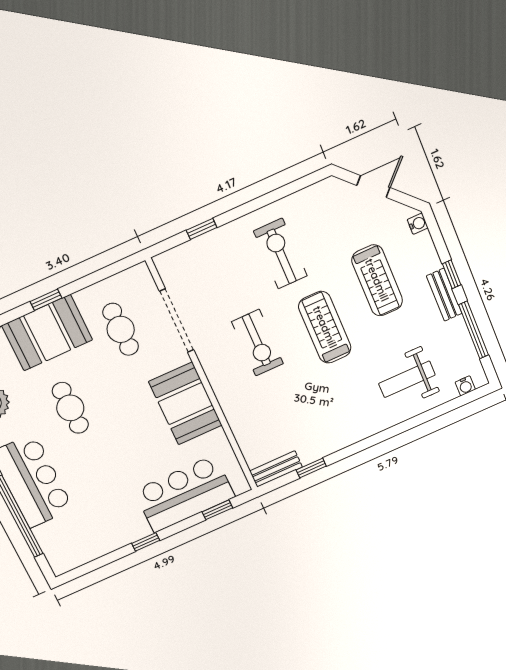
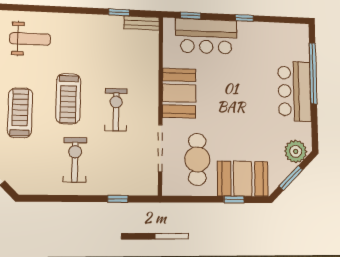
exercise bike: (280, 253) -> (75, 160), turned 180
cafe table: (121, 329) -> (197, 159), width x1.37, depth x1.35
cafe table: (70, 408) -> (251, 125), removed

